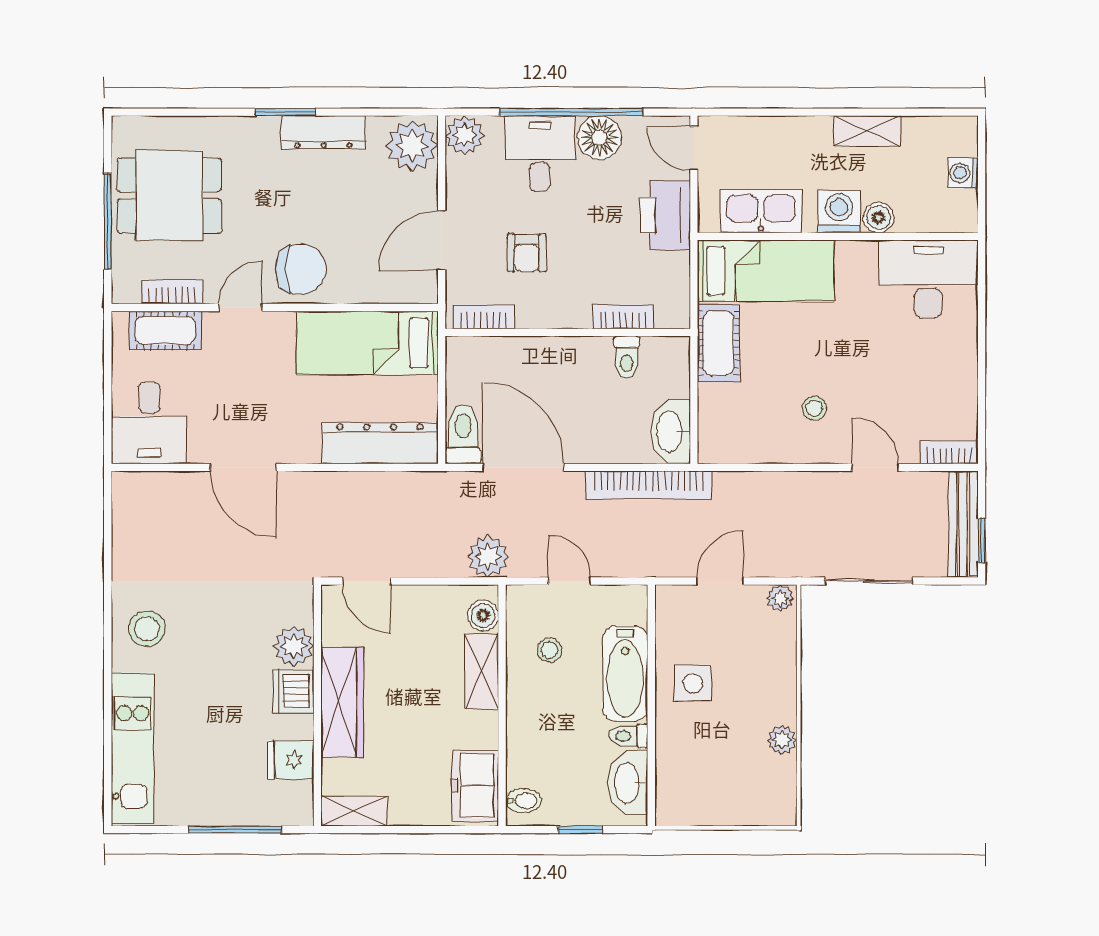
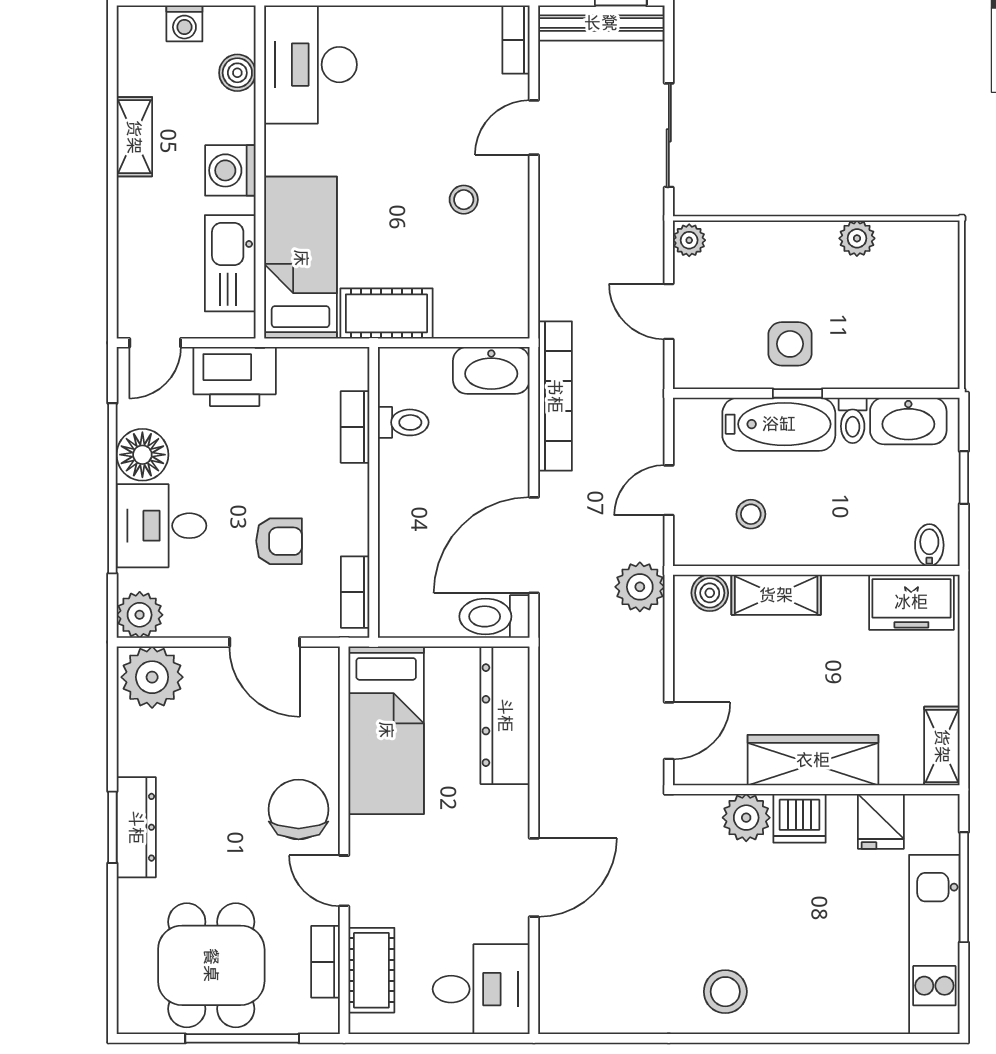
dresser: (323, 132) -> (136, 827), moved
boiler: (879, 217) -> (237, 73), moved
window: (651, 689) -> (797, 393), added
kitchen unit: (133, 748) -> (934, 944), moved, turned -90

